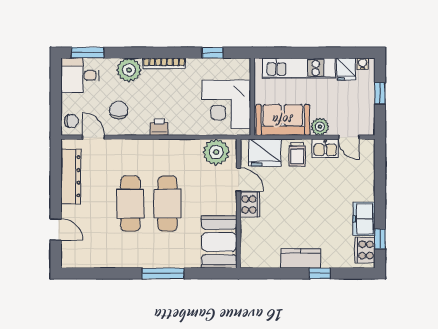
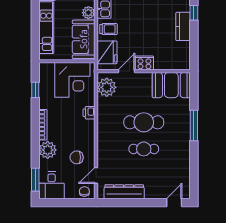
printer: (159, 127) -> (89, 113), moved
cafe table: (130, 204) -> (144, 149), width x0.73, depth x0.74
door: (56, 229) -> (174, 203), moved

